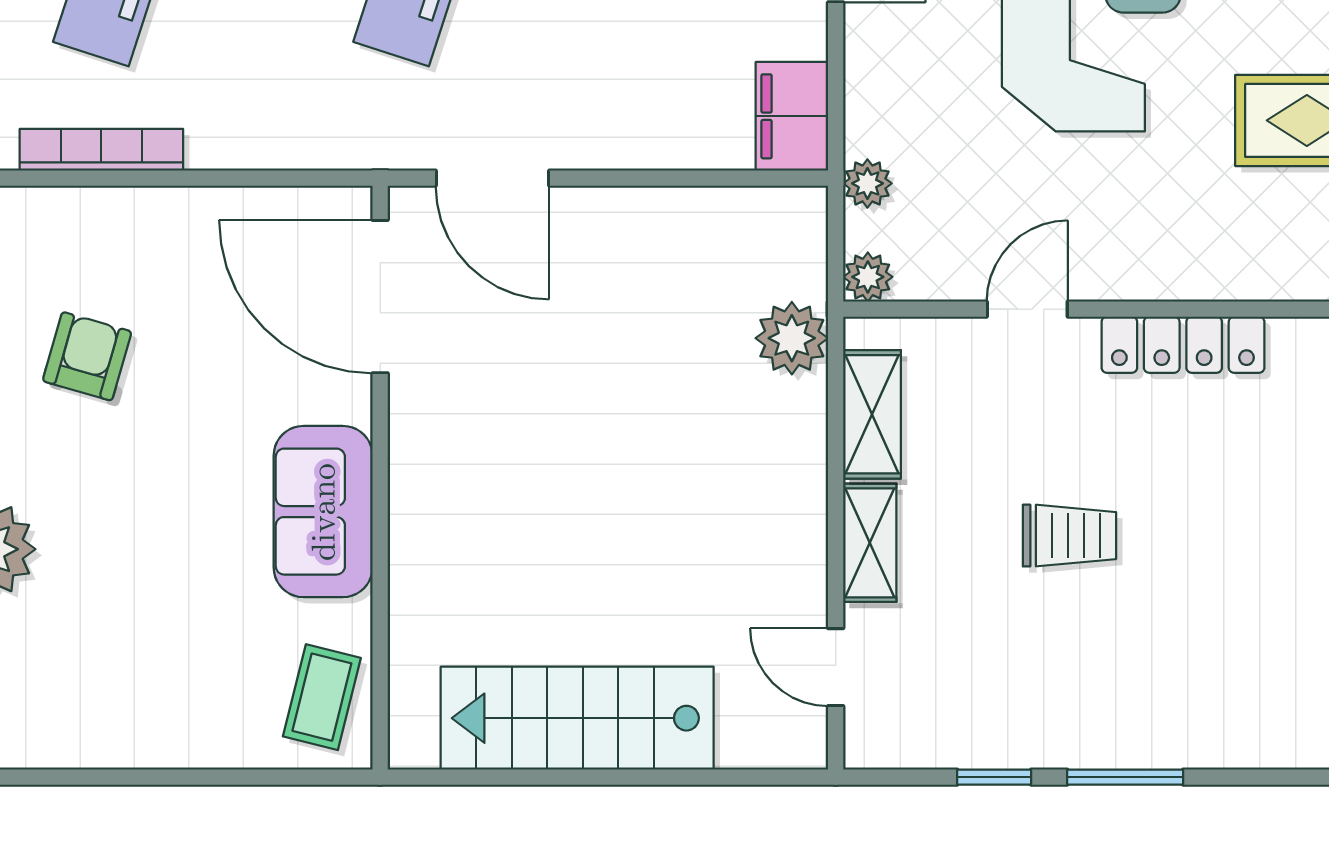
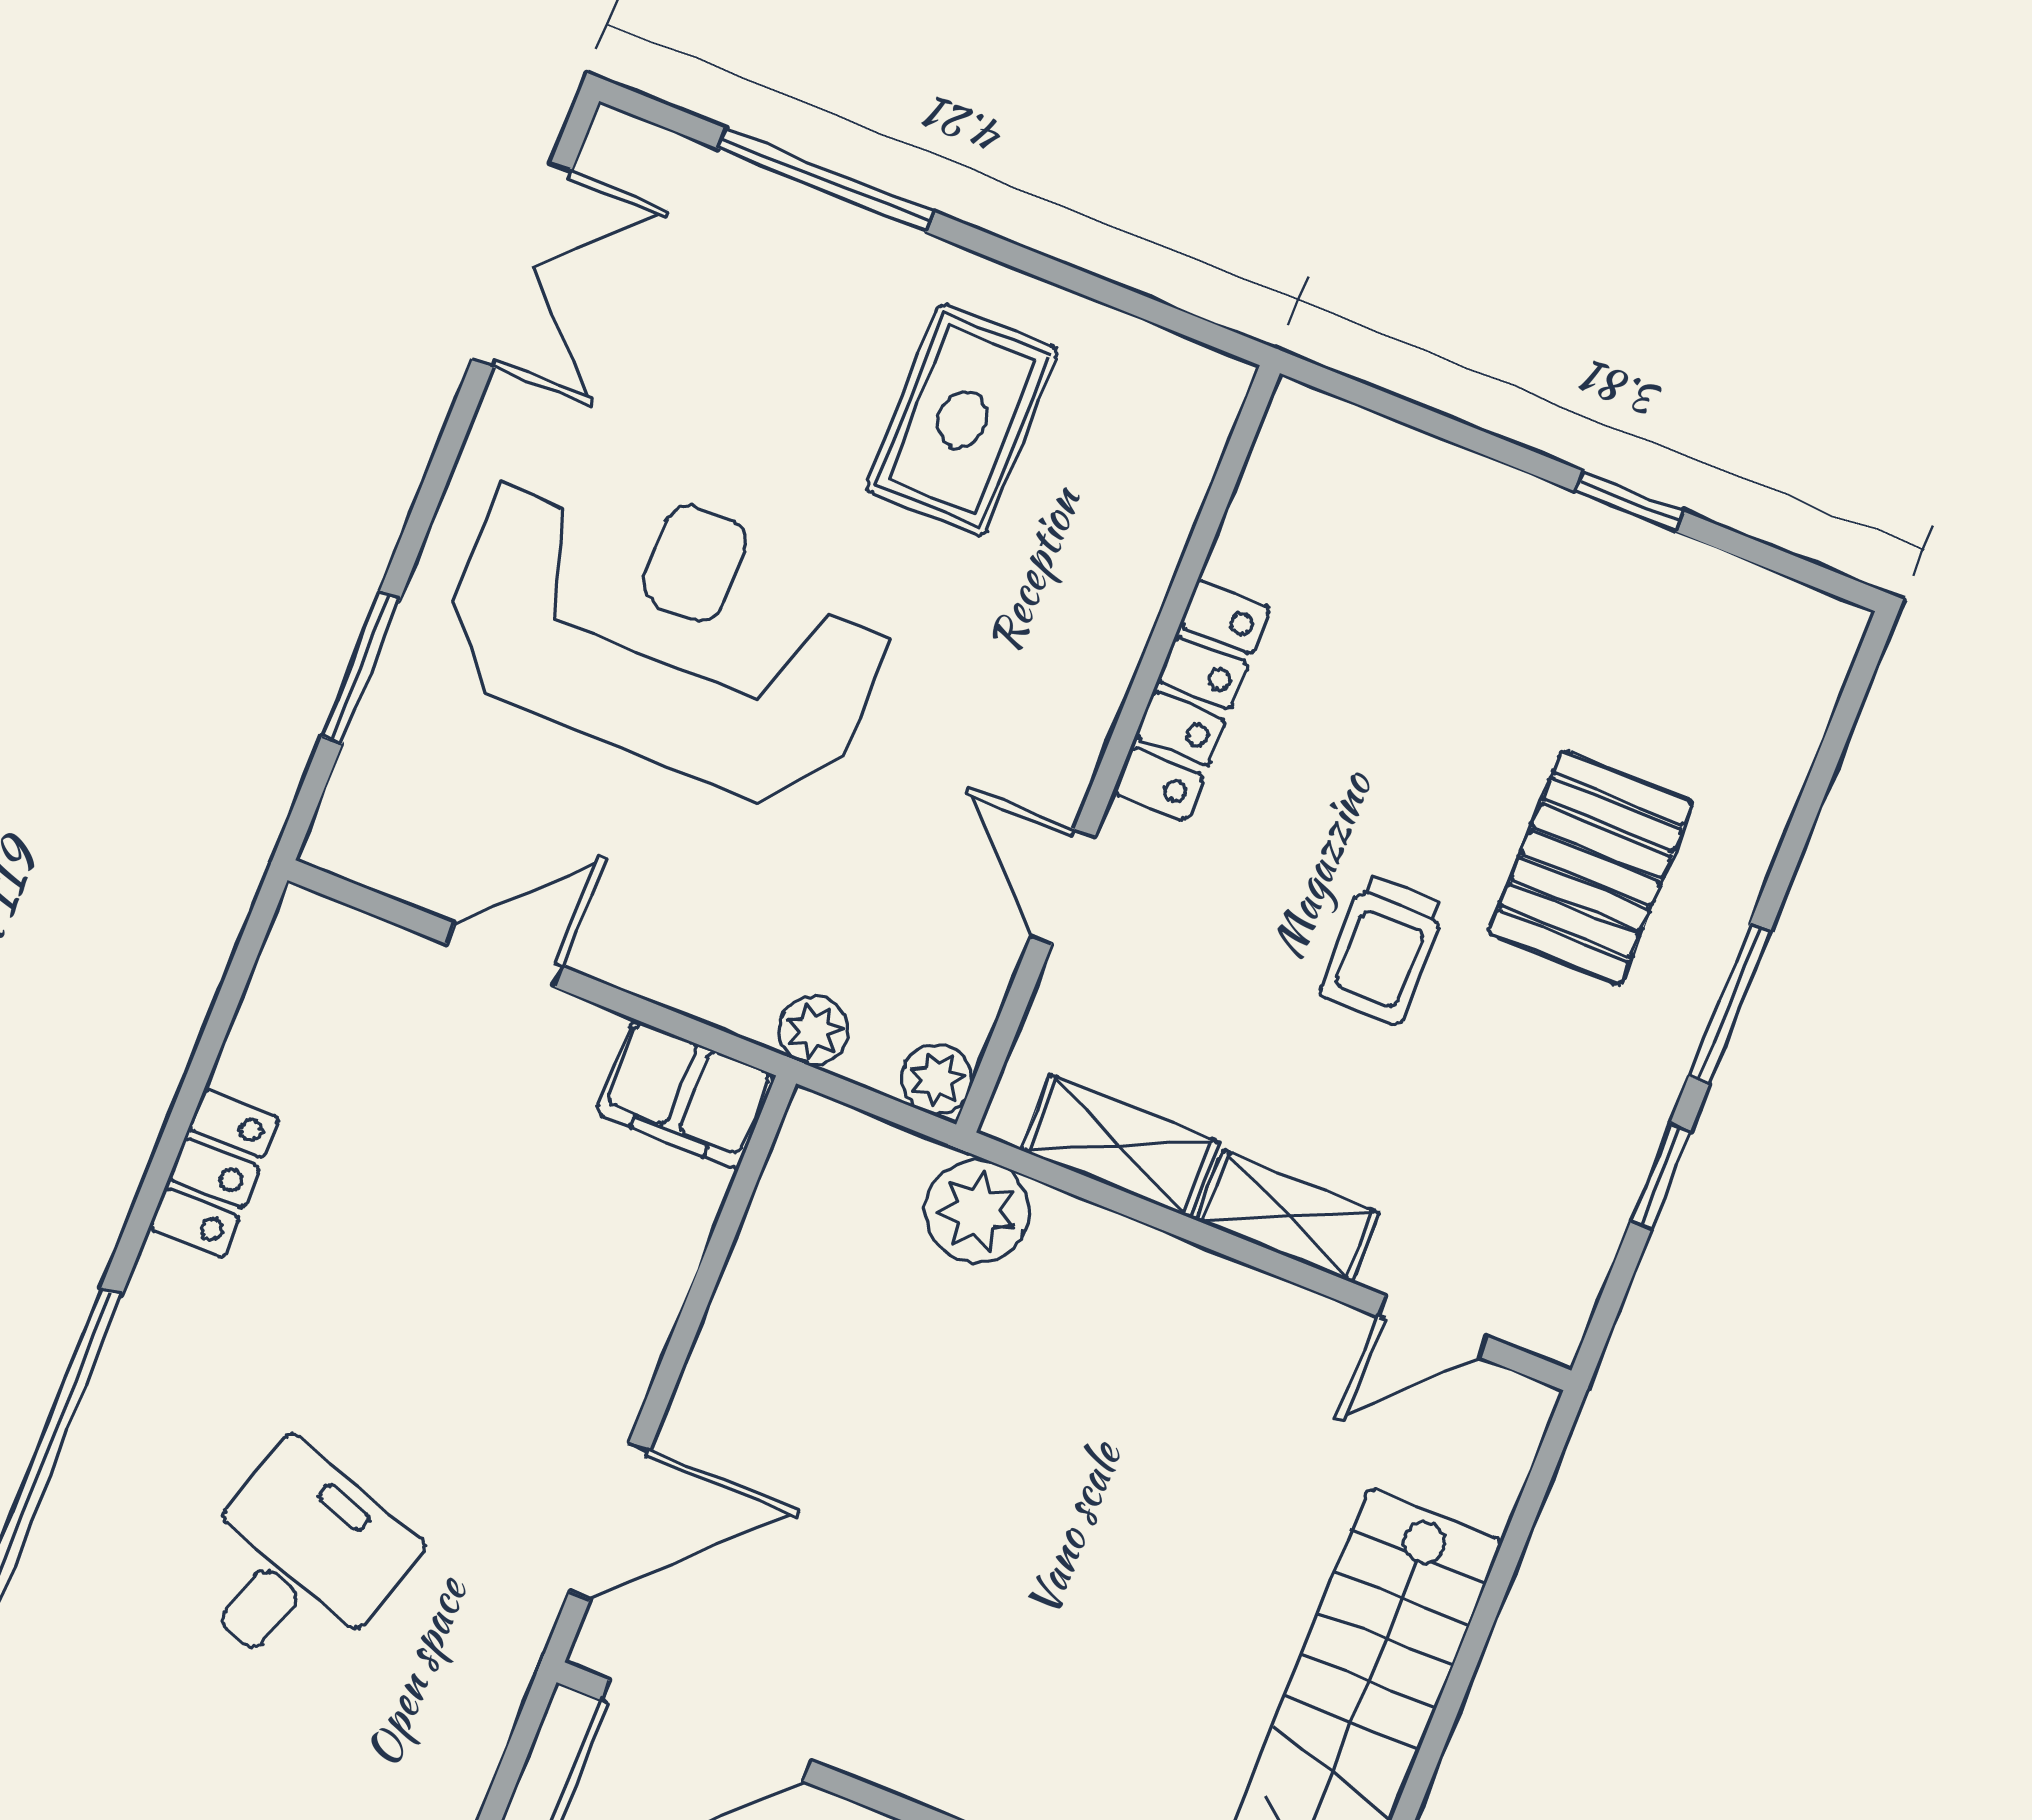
trolley: (1069, 536) -> (1383, 950), turned 180
pallet: (1178, 650) -> (1591, 868), added

